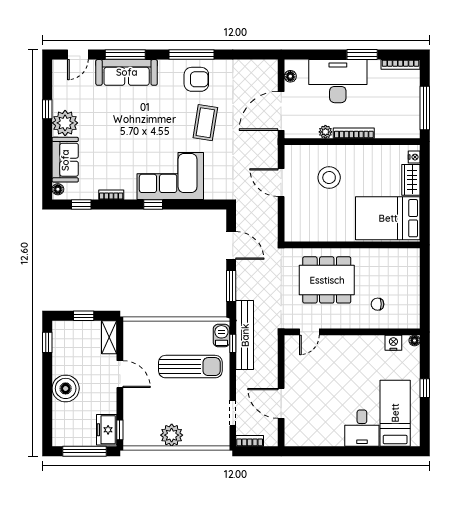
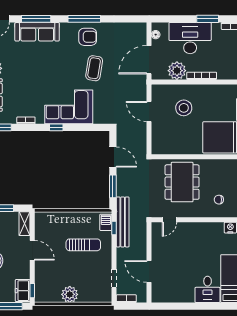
plant: (325, 132) -> (177, 71), width x1.87, depth x1.87
dining table: (327, 280) -> (182, 182), turned 90
sun lounger: (190, 367) -> (83, 245), width x0.73, depth x0.75

